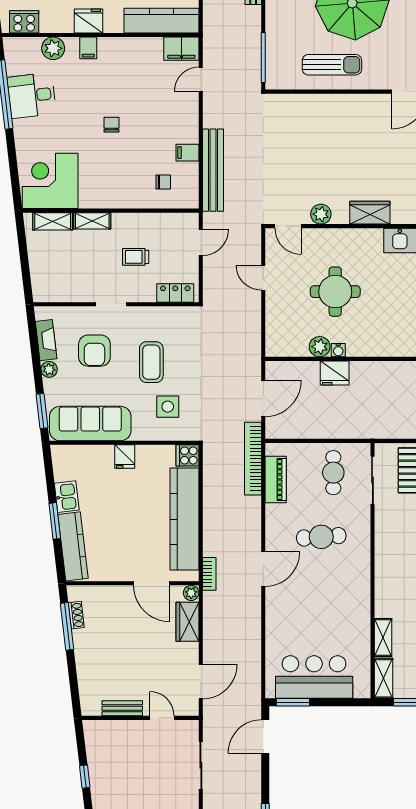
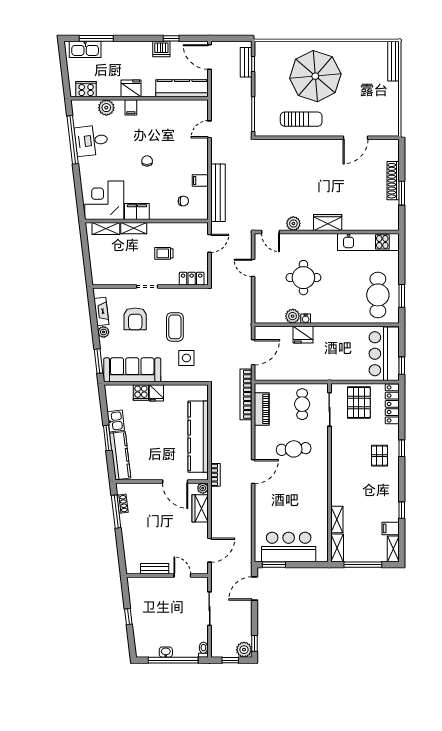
filing cabinet: (181, 49) -> (137, 211), moved, turned 180
cooker: (187, 455) -> (141, 393), moved, turned -90

